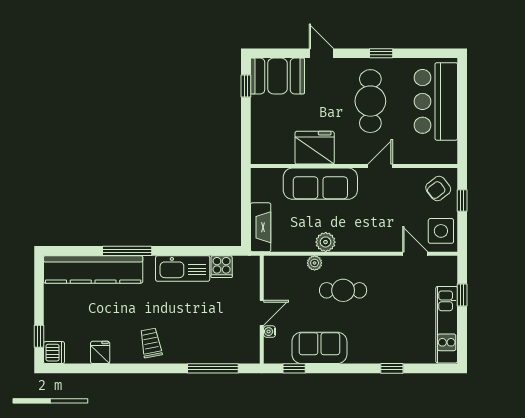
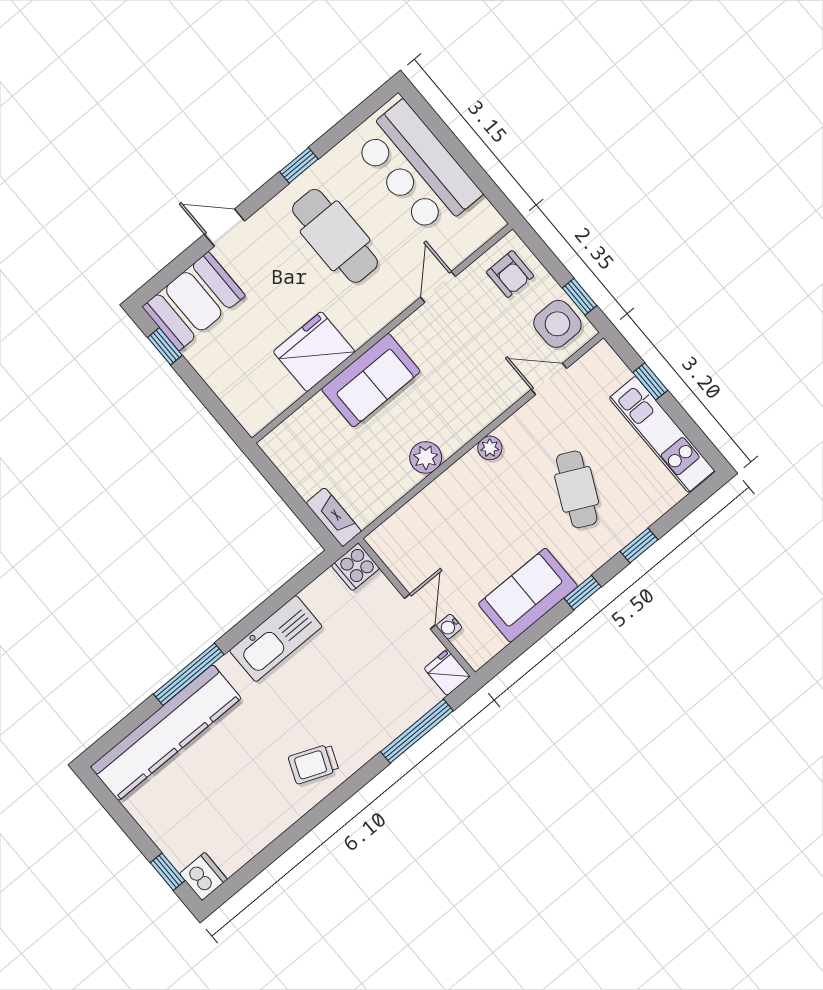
door: (380, 166) -> (438, 287), moved
sofa: (320, 184) -> (371, 380), width x0.73
armchair: (438, 189) -> (510, 274), turned -52
window: (462, 201) -> (579, 297), moved
fireplace: (261, 227) -> (334, 517), width x0.73, depth x0.76
plant: (315, 263) -> (490, 448), moved
cooker: (222, 267) -> (355, 567), moved, turned 90
cafe table: (343, 290) -> (577, 489), moved, turned -64
trolley: (151, 343) -> (314, 764), turned -57
fridge: (100, 352) -> (447, 672), moved
window: (294, 368) -> (583, 593), moved

